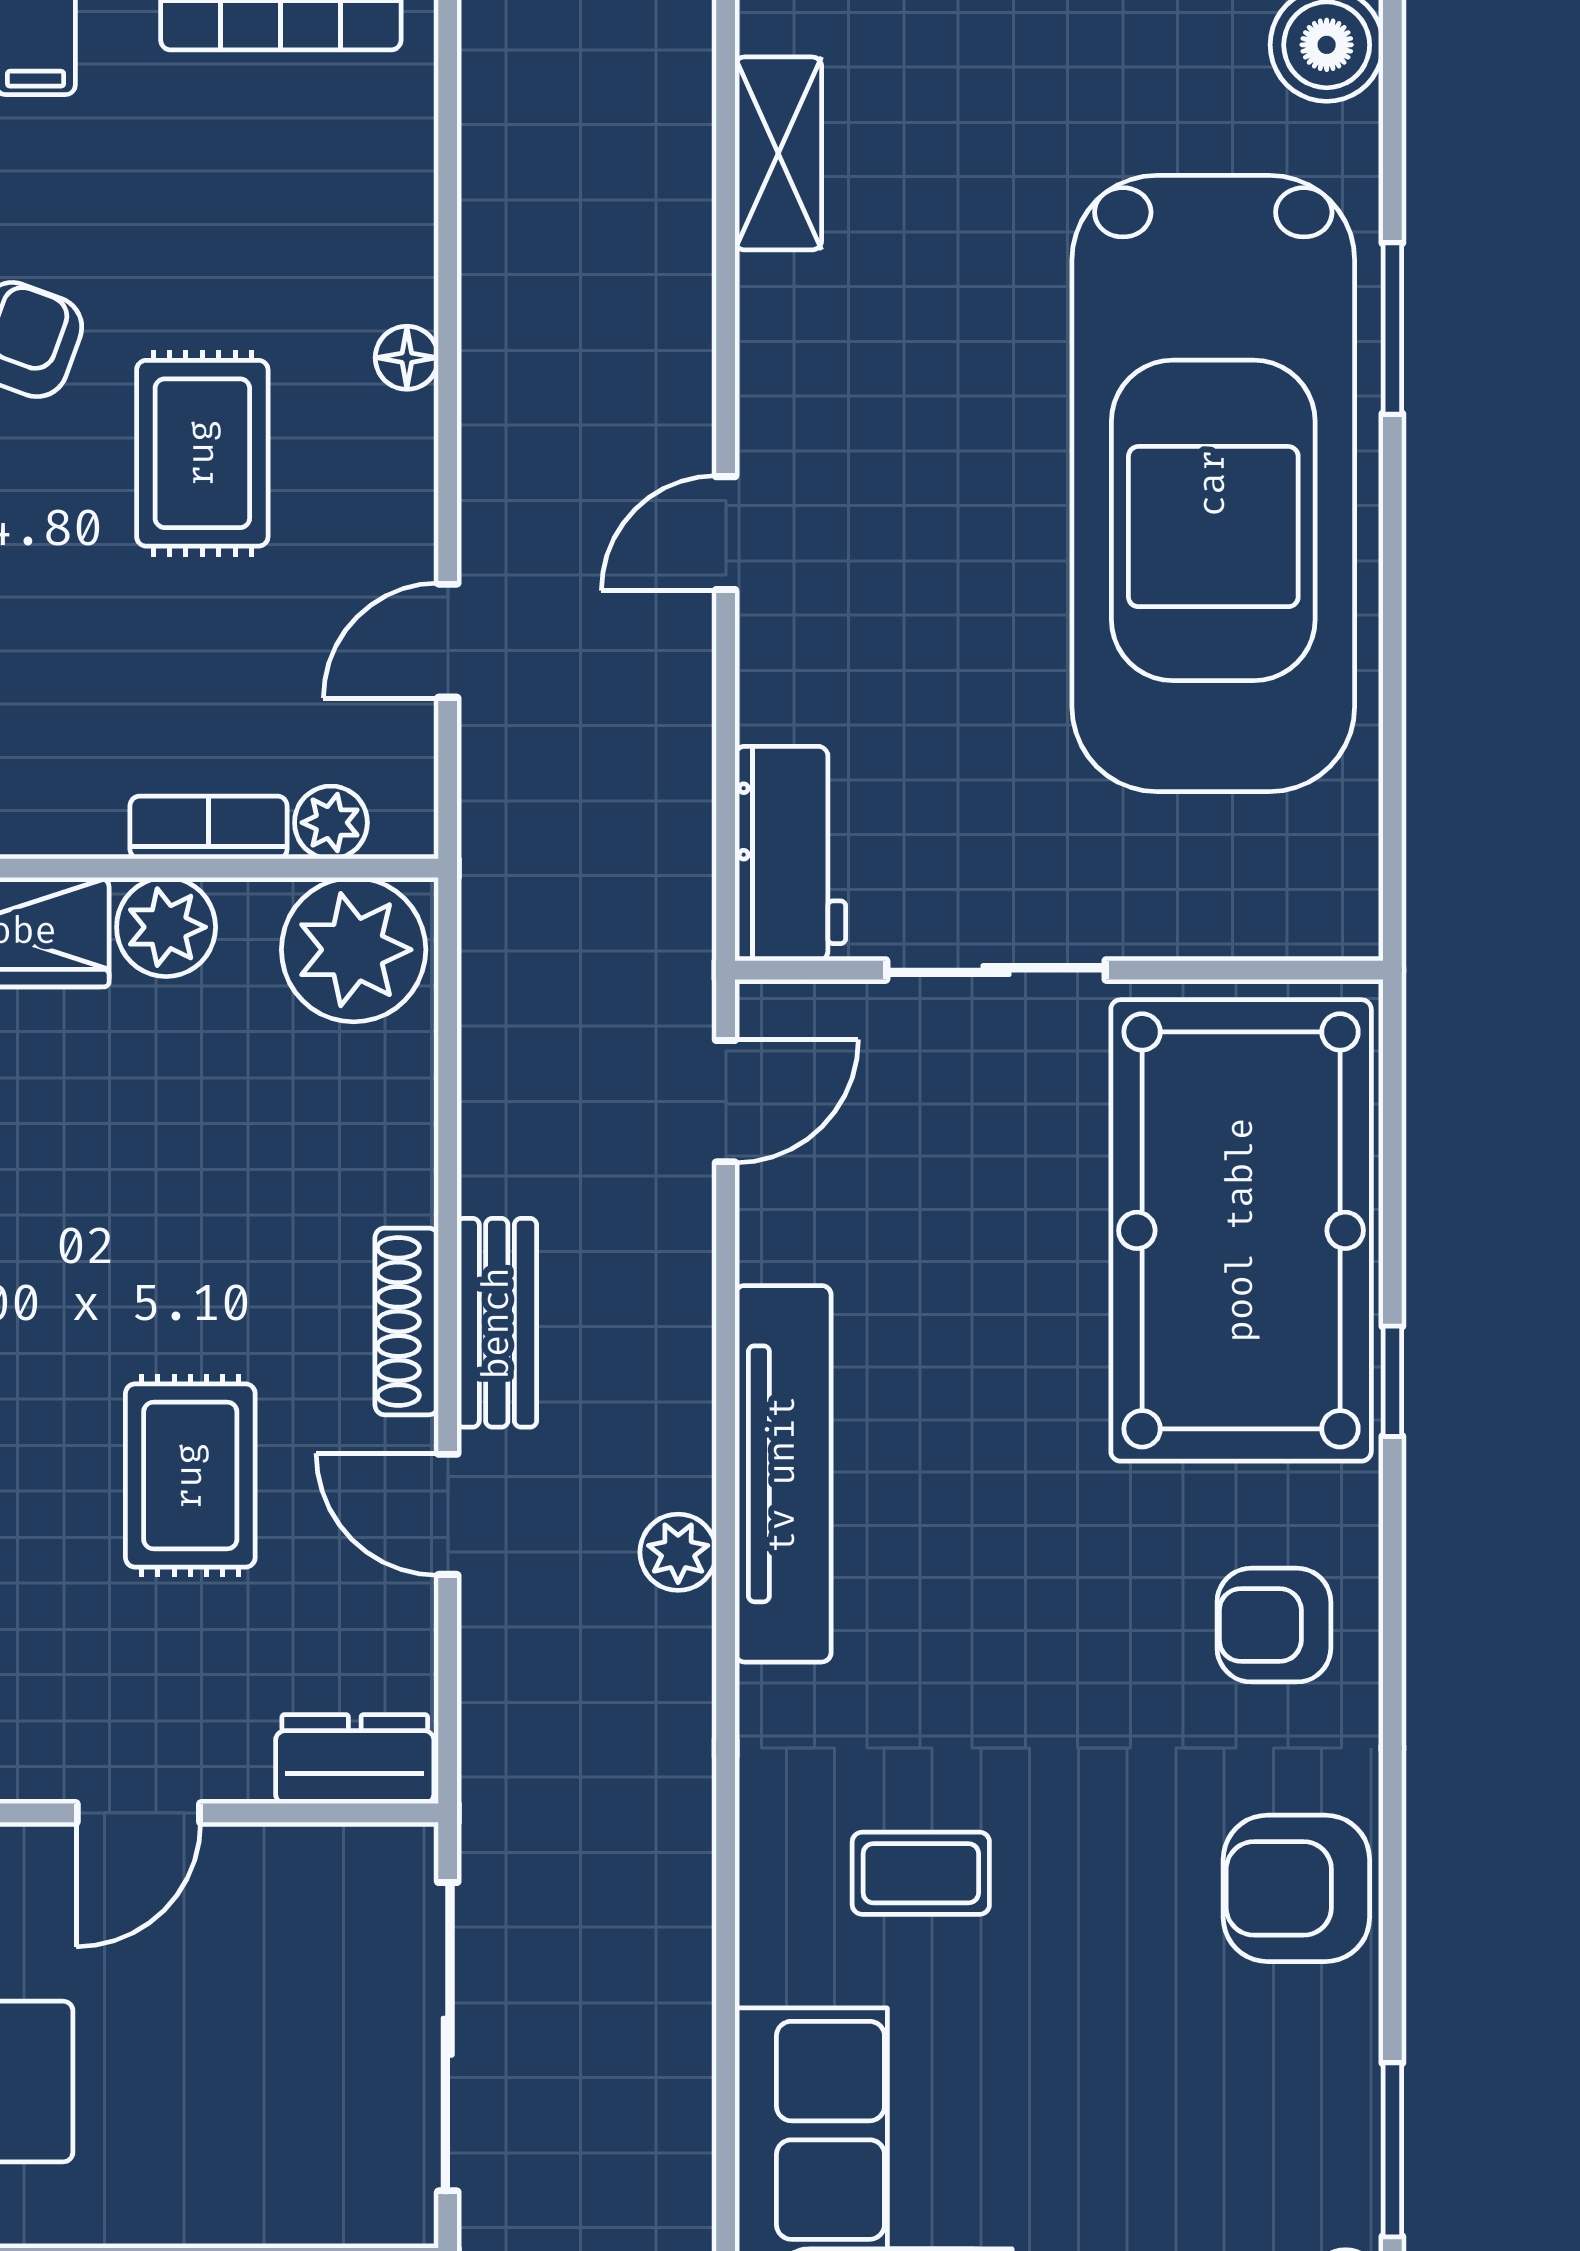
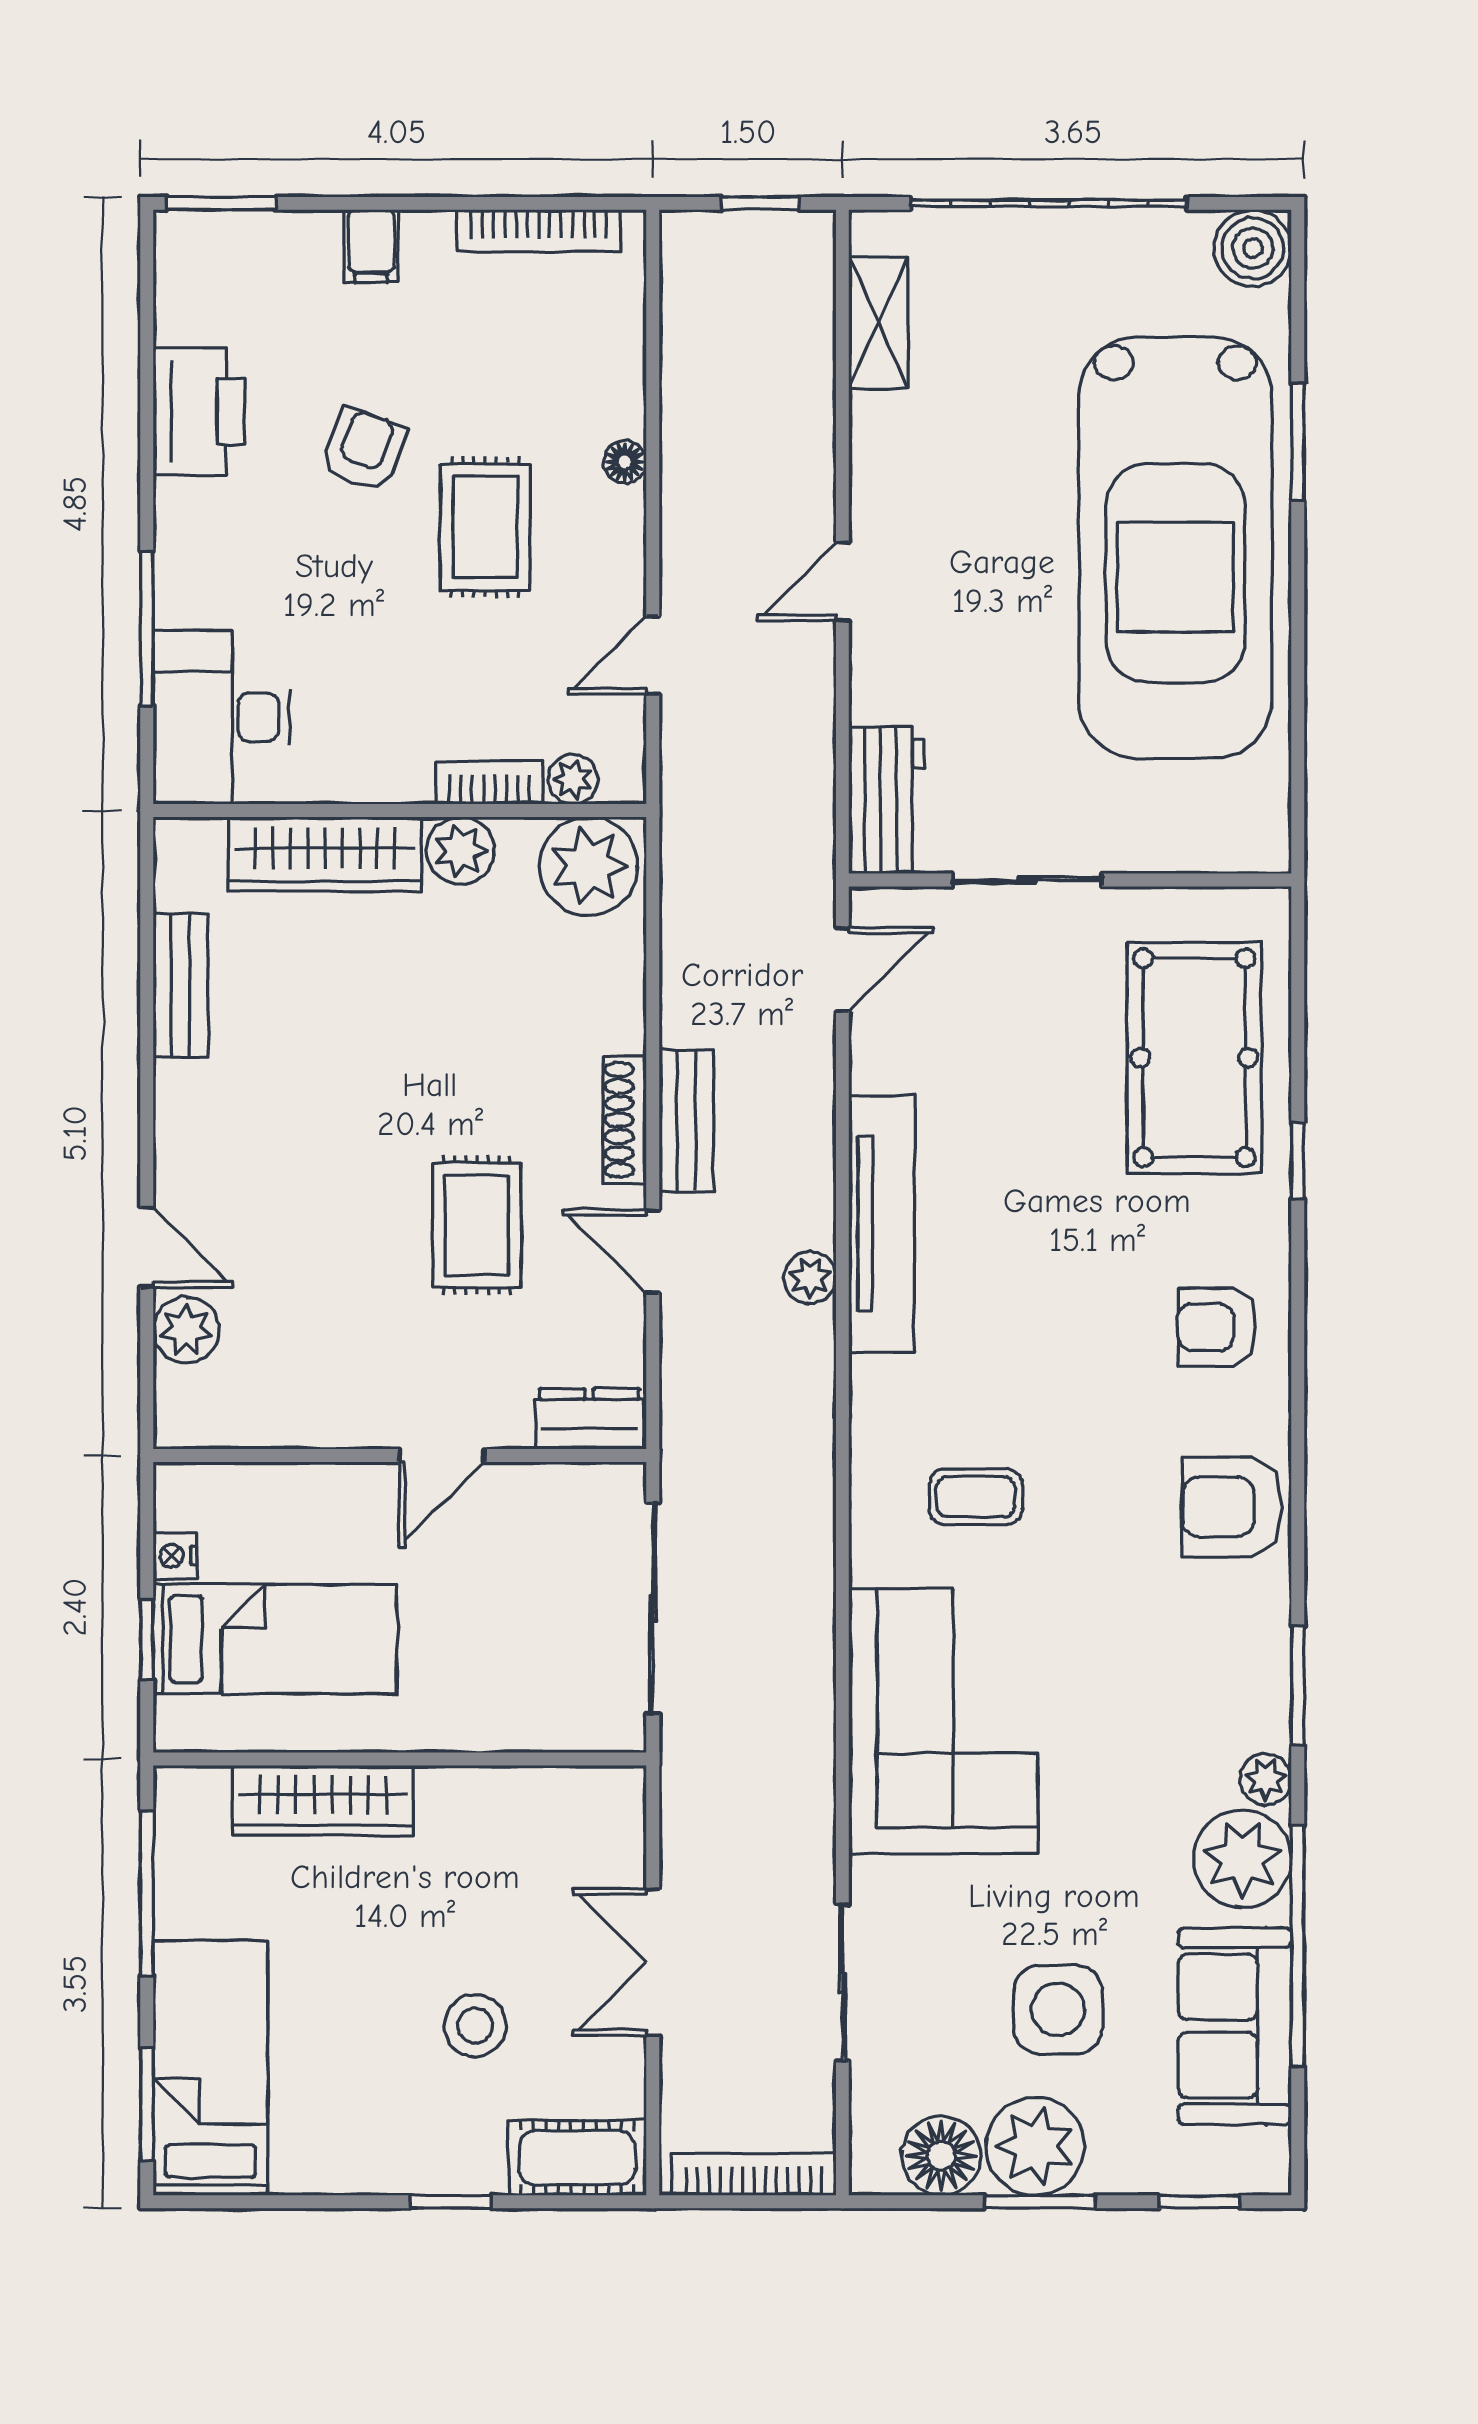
pool table: (1241, 1230) -> (1194, 1058), width x0.73, depth x0.76

